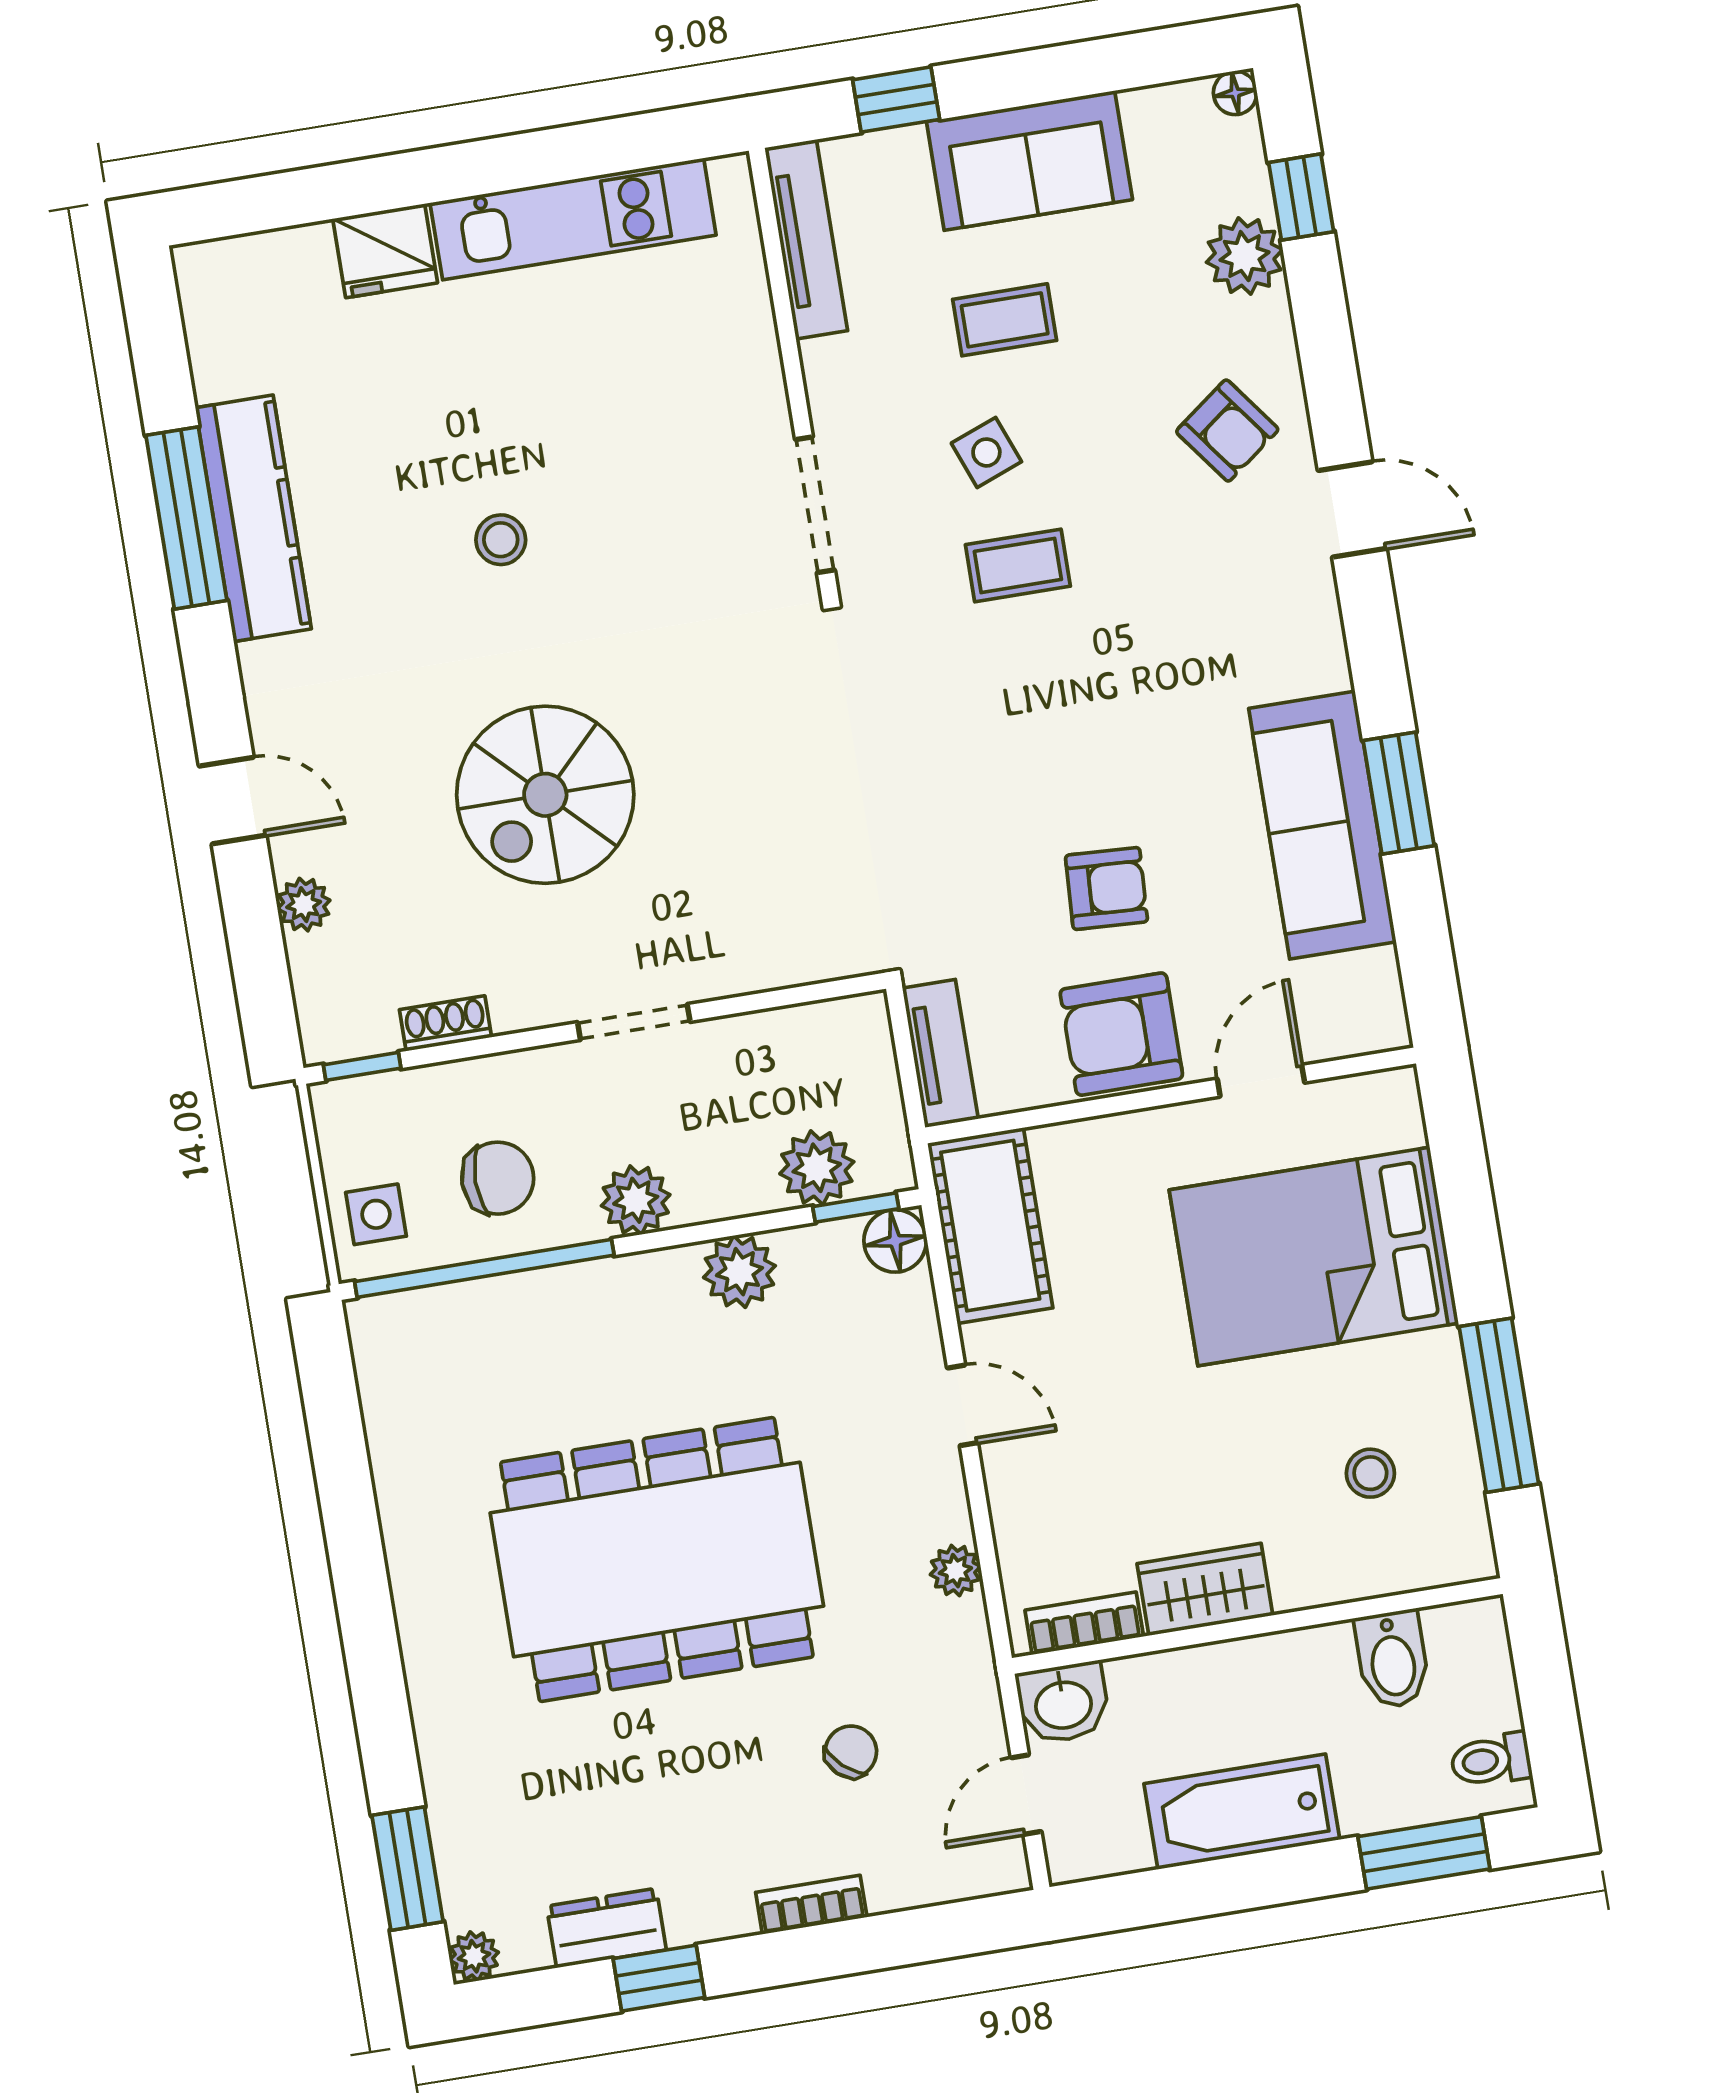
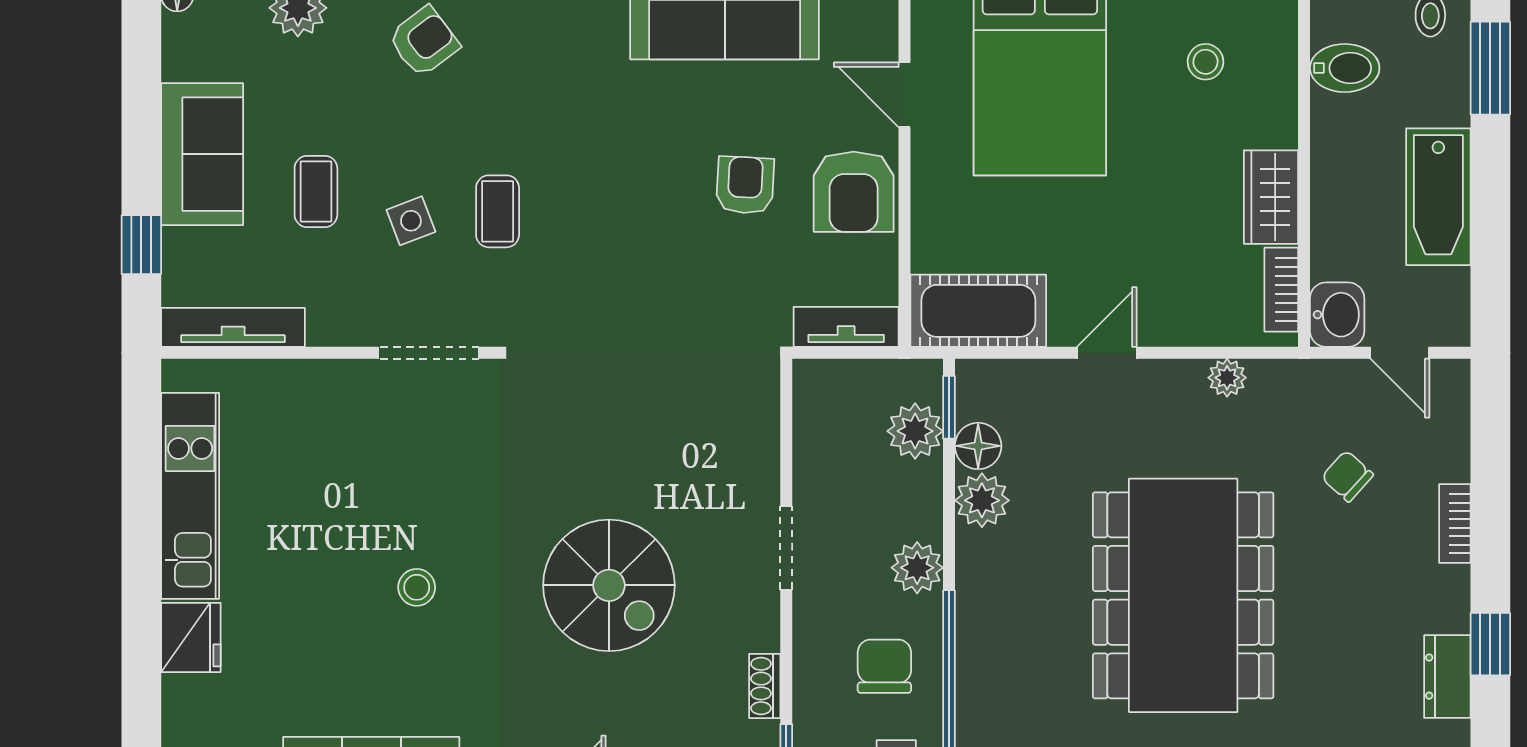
floor lamp: (895, 1241) -> (978, 446), moved

